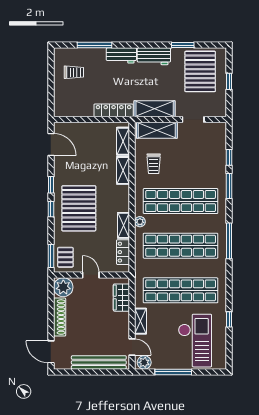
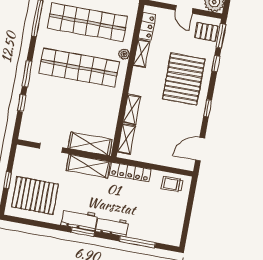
window: (183, 45) -> (83, 232), moved
pallet: (200, 71) -> (35, 195), turned 90
trolley: (74, 72) -> (172, 184), moved
door: (51, 144) -> (200, 149), hinge flipped
trolley: (154, 164) -> (99, 111), removed
window: (51, 209) -> (216, 64), moved
pallet: (65, 257) -> (206, 32), turned 90

